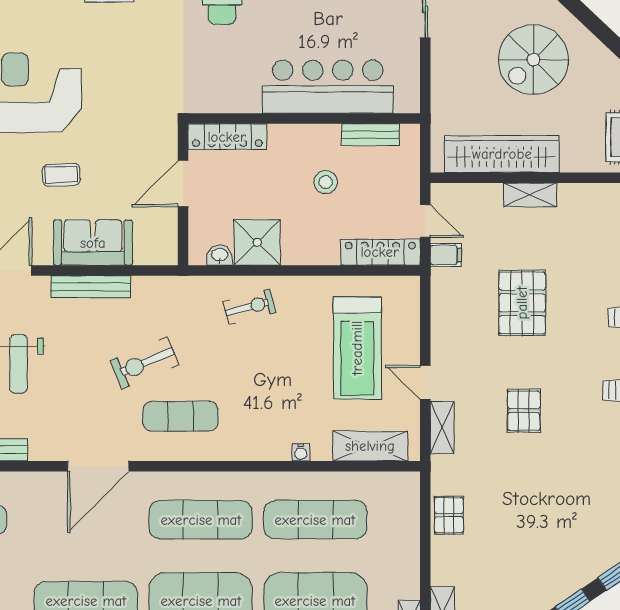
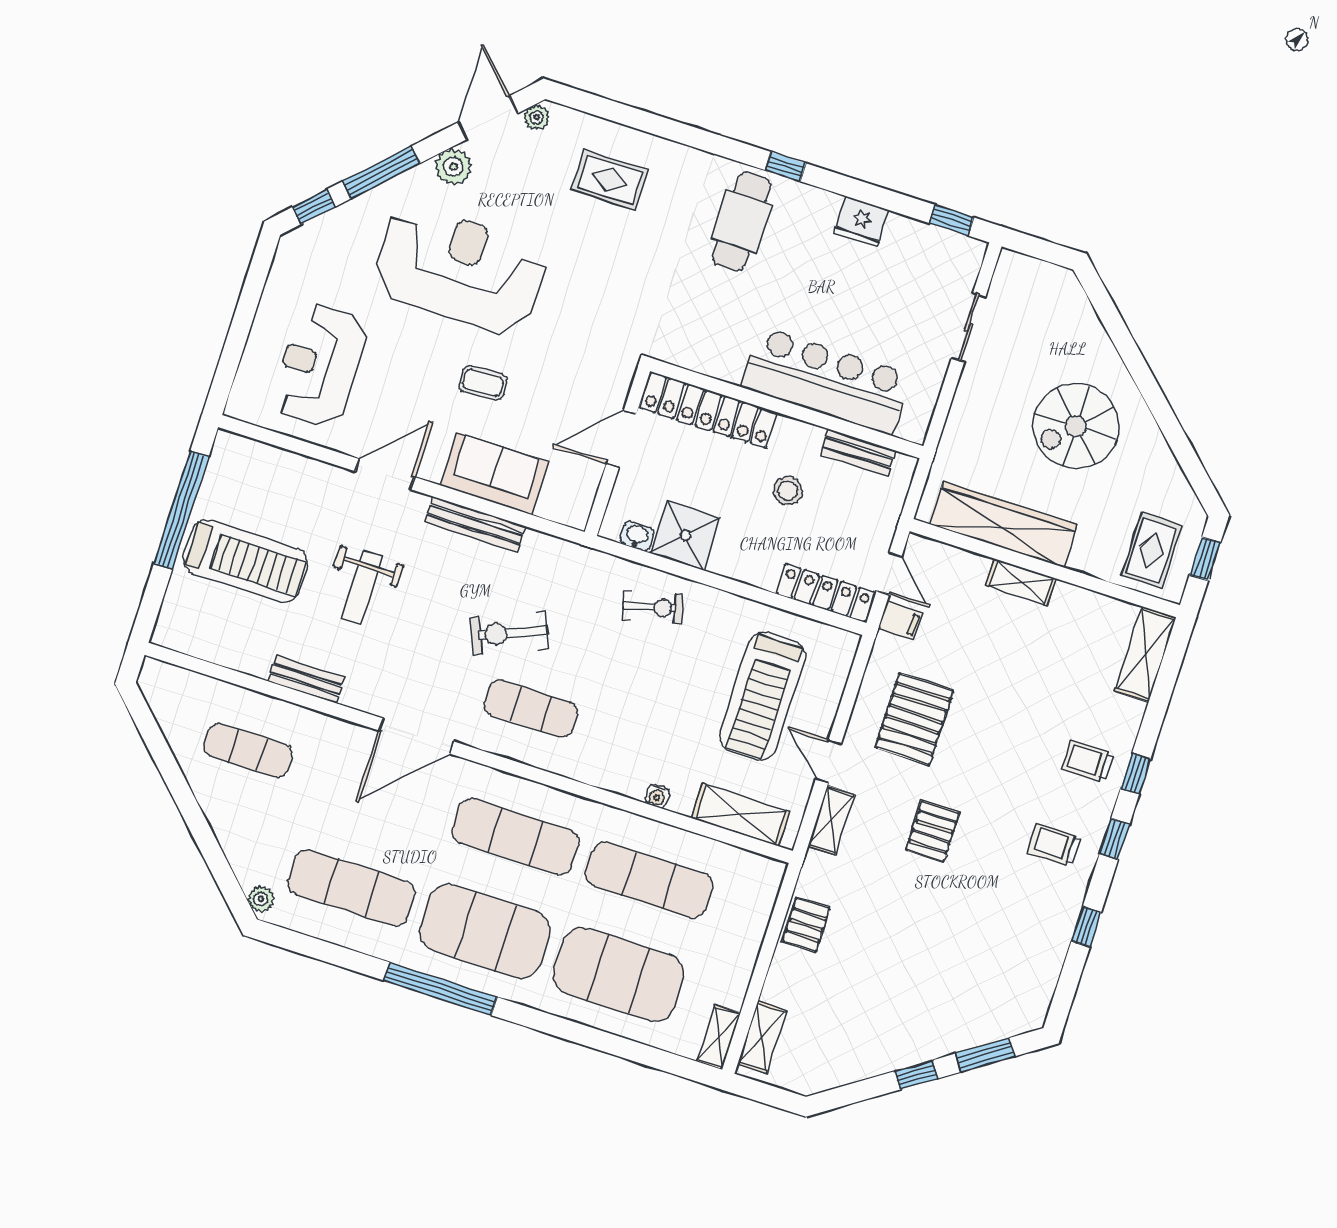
locker: (227, 137) -> (708, 410), width x1.41, depth x1.21
pallet: (522, 303) -> (914, 719), moved

